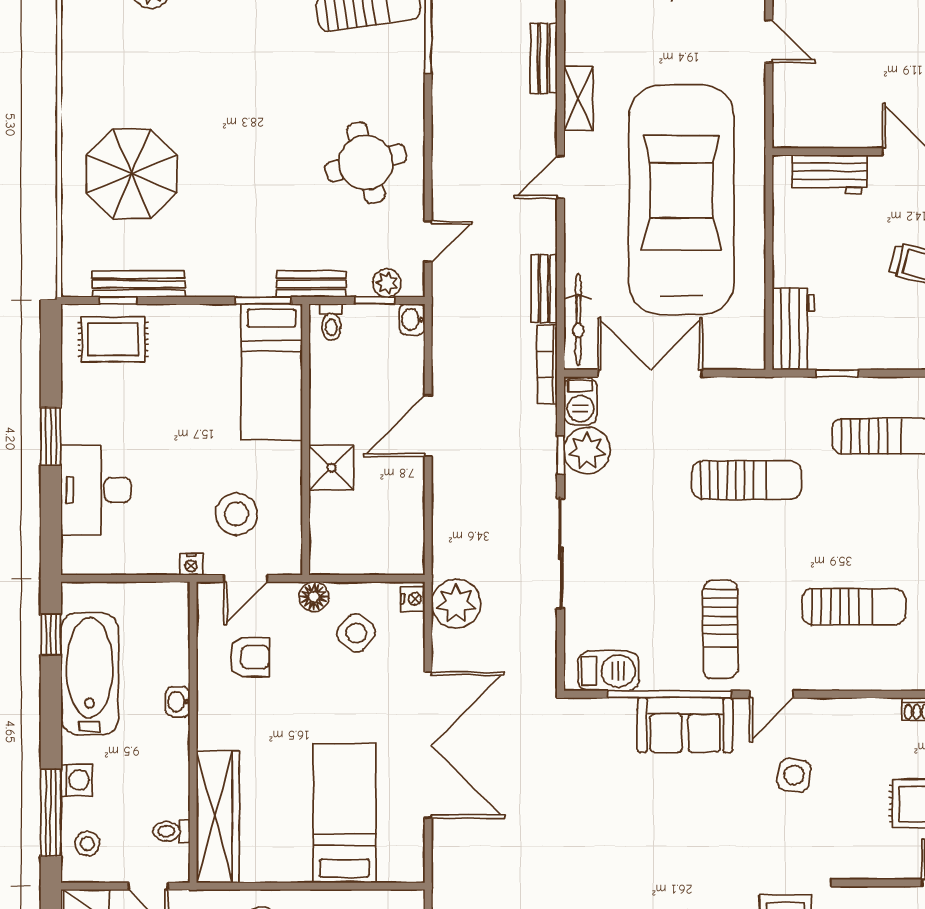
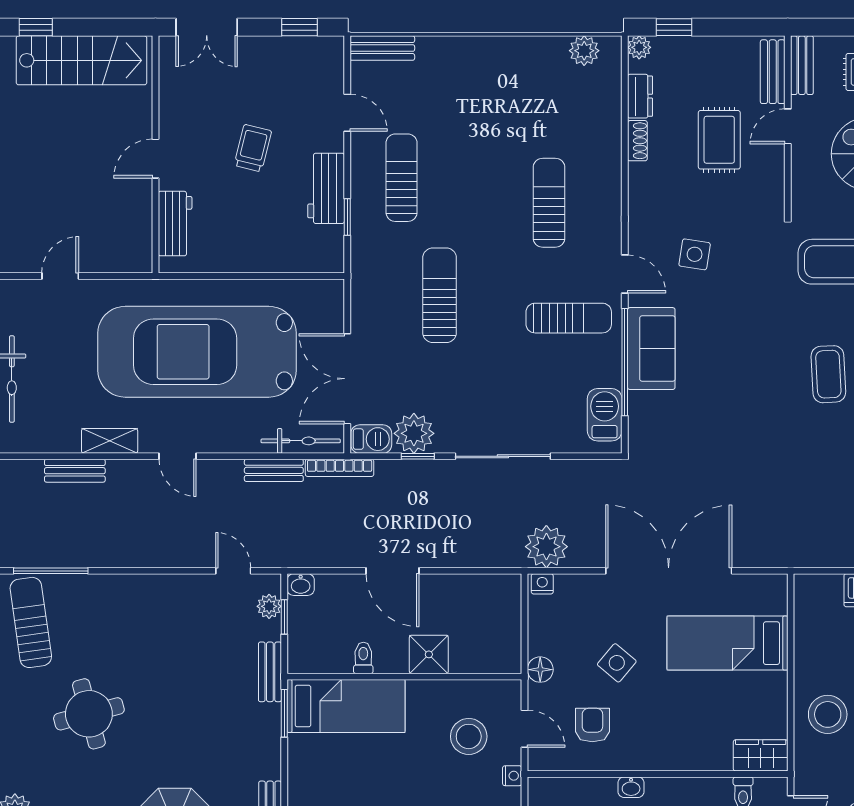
round table: (366, 163) -> (89, 714), moved
toilet: (331, 322) -> (363, 658), moved, turned -90
workbench: (793, 329) -> (326, 188), moved, turned -90
side table: (356, 633) -> (617, 663), moved
wardrobe: (218, 817) -> (761, 755), width x0.48, depth x0.85

